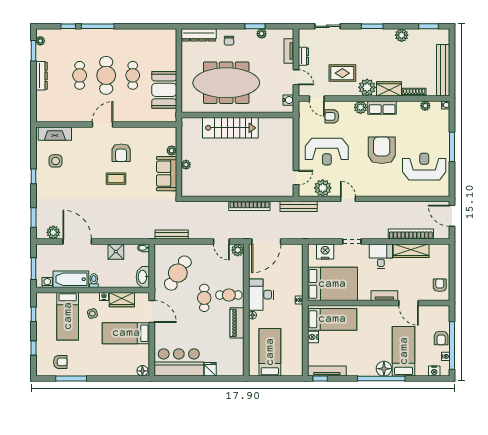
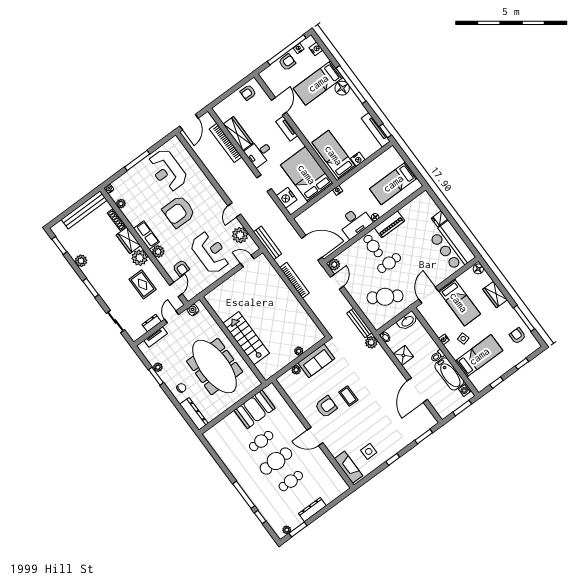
plant: (53, 232) -> (371, 342), moved
wardrobe: (122, 300) -> (495, 294), moved, turned 180

